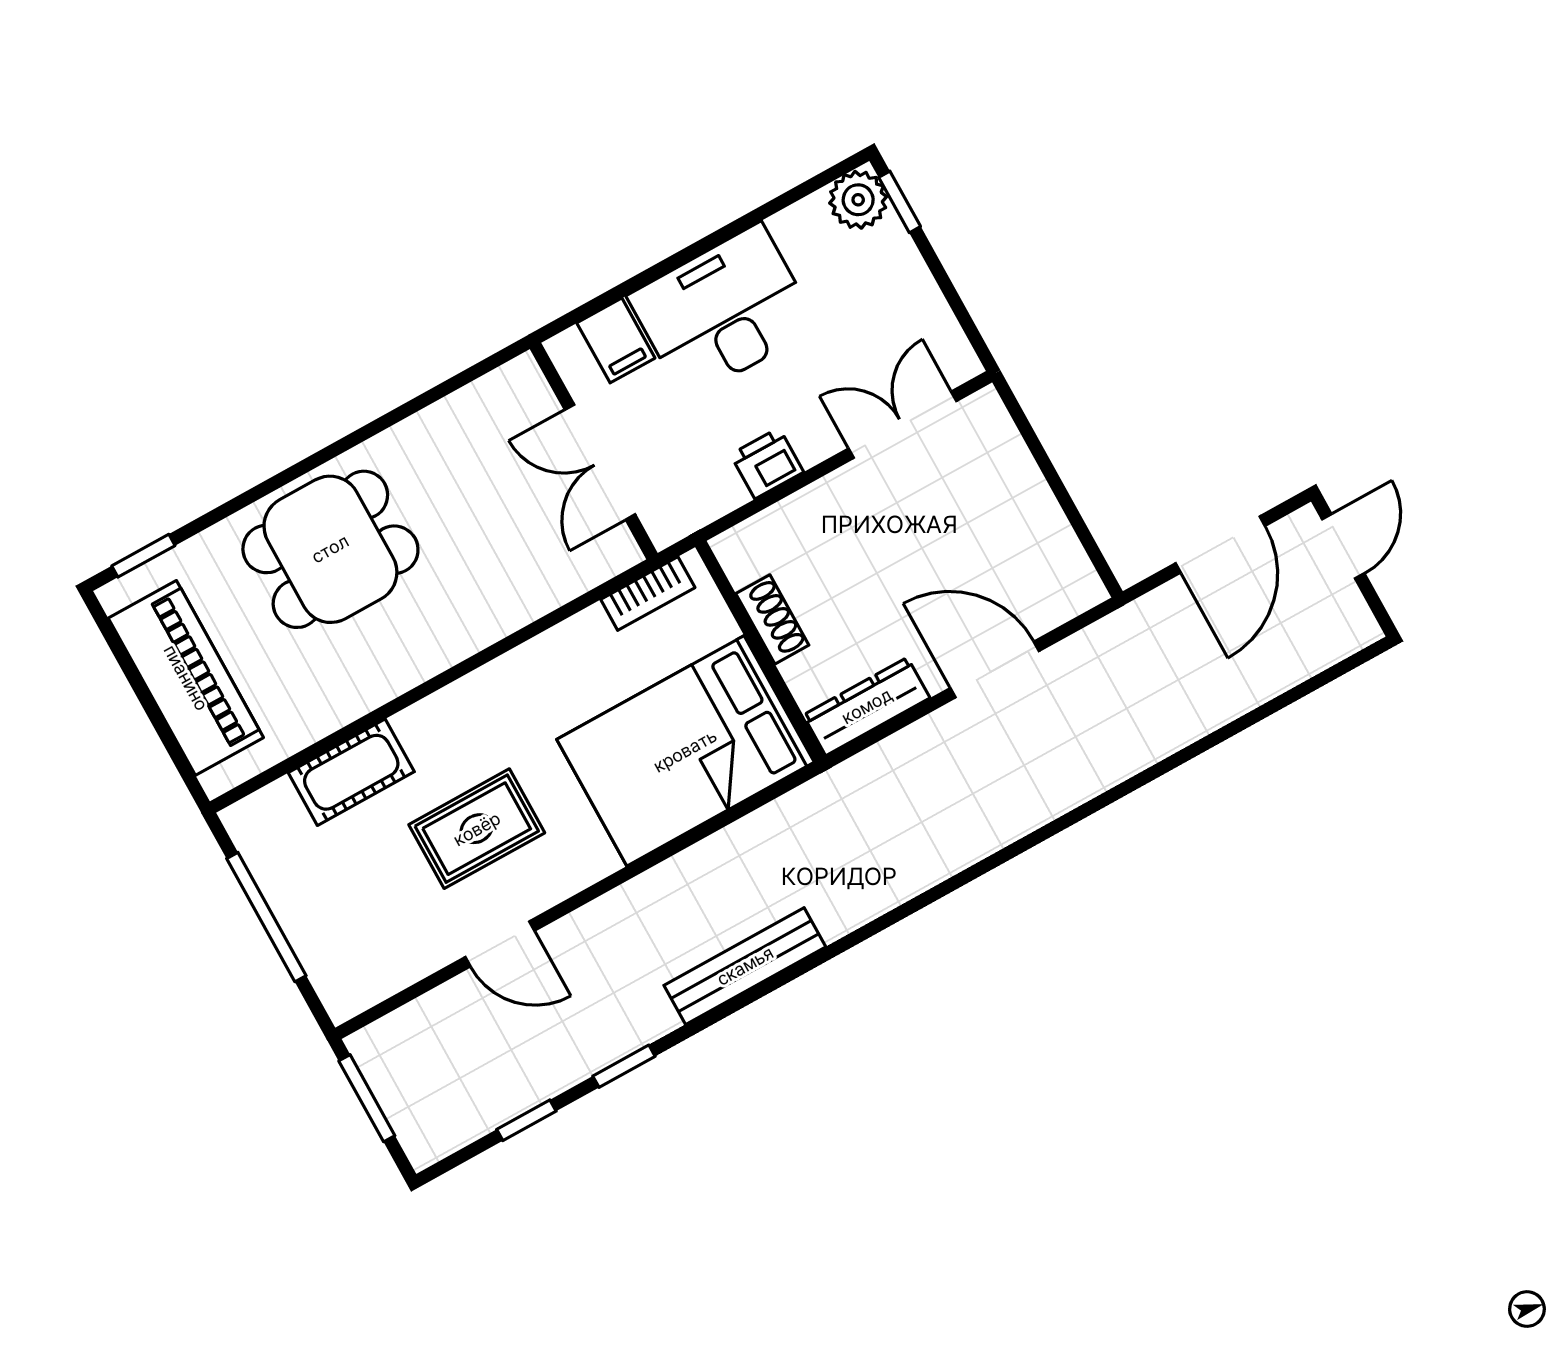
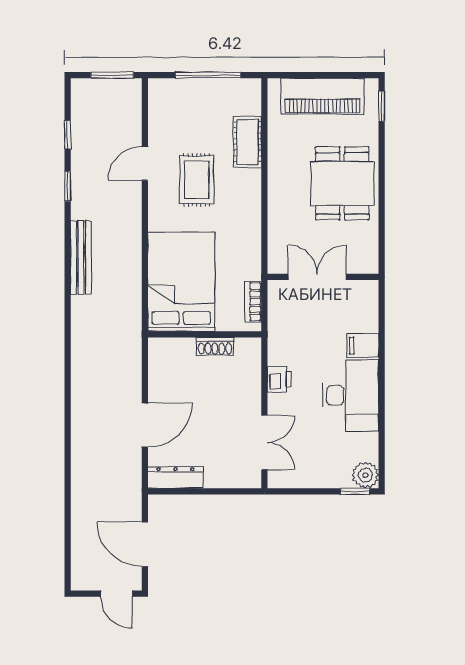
wall: (594, 451) -> (323, 277), moved
double door: (600, 462) -> (317, 277), moved
dresser: (867, 706) -> (175, 478), moved, turned -90

